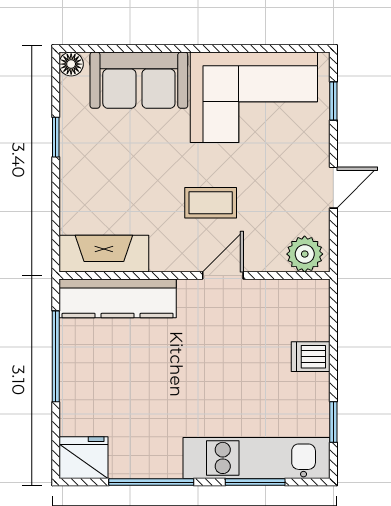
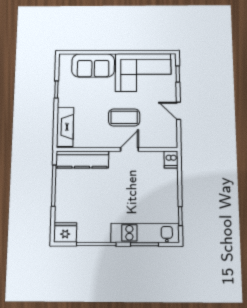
floor lamp: (71, 64) -> (64, 59), removed
door: (333, 188) -> (178, 111), swing flipped
coffee table: (211, 203) -> (124, 117), width x1.36, depth x1.30
fireplace: (104, 254) -> (65, 127), moved, turned 90
plant: (305, 254) -> (166, 140), removed
dishwasher: (311, 357) -> (171, 159), moved, turned -90

